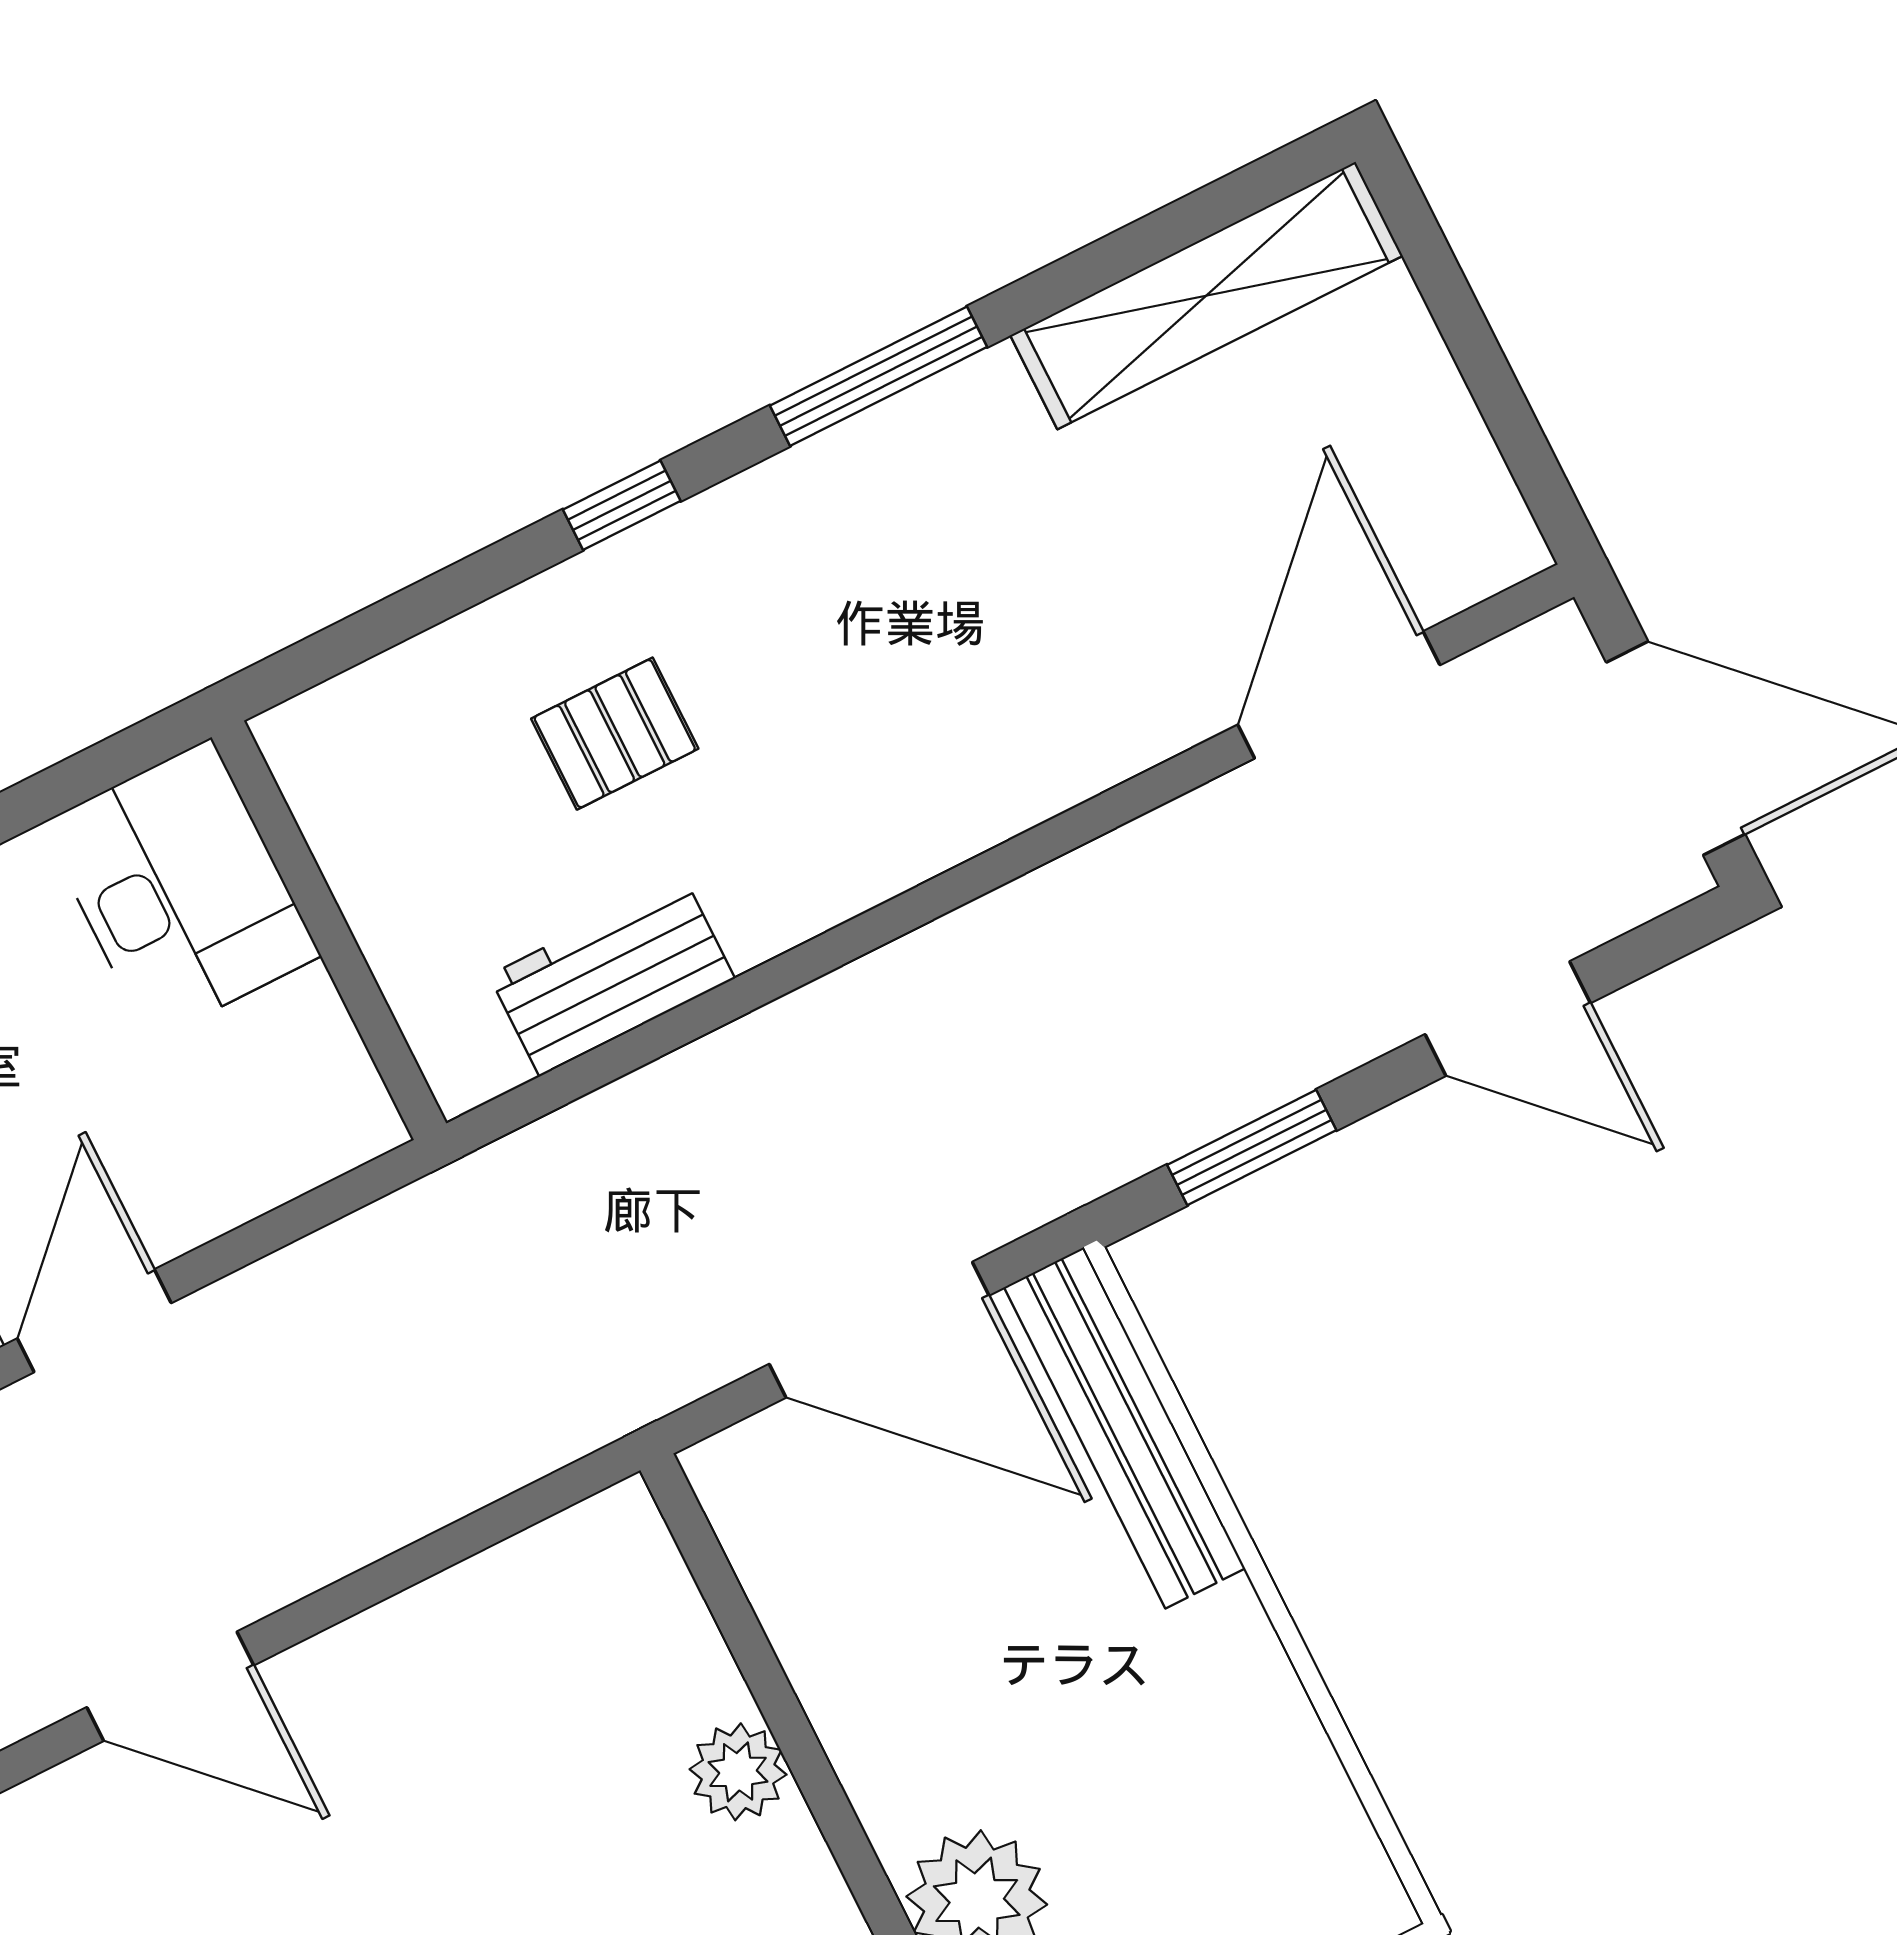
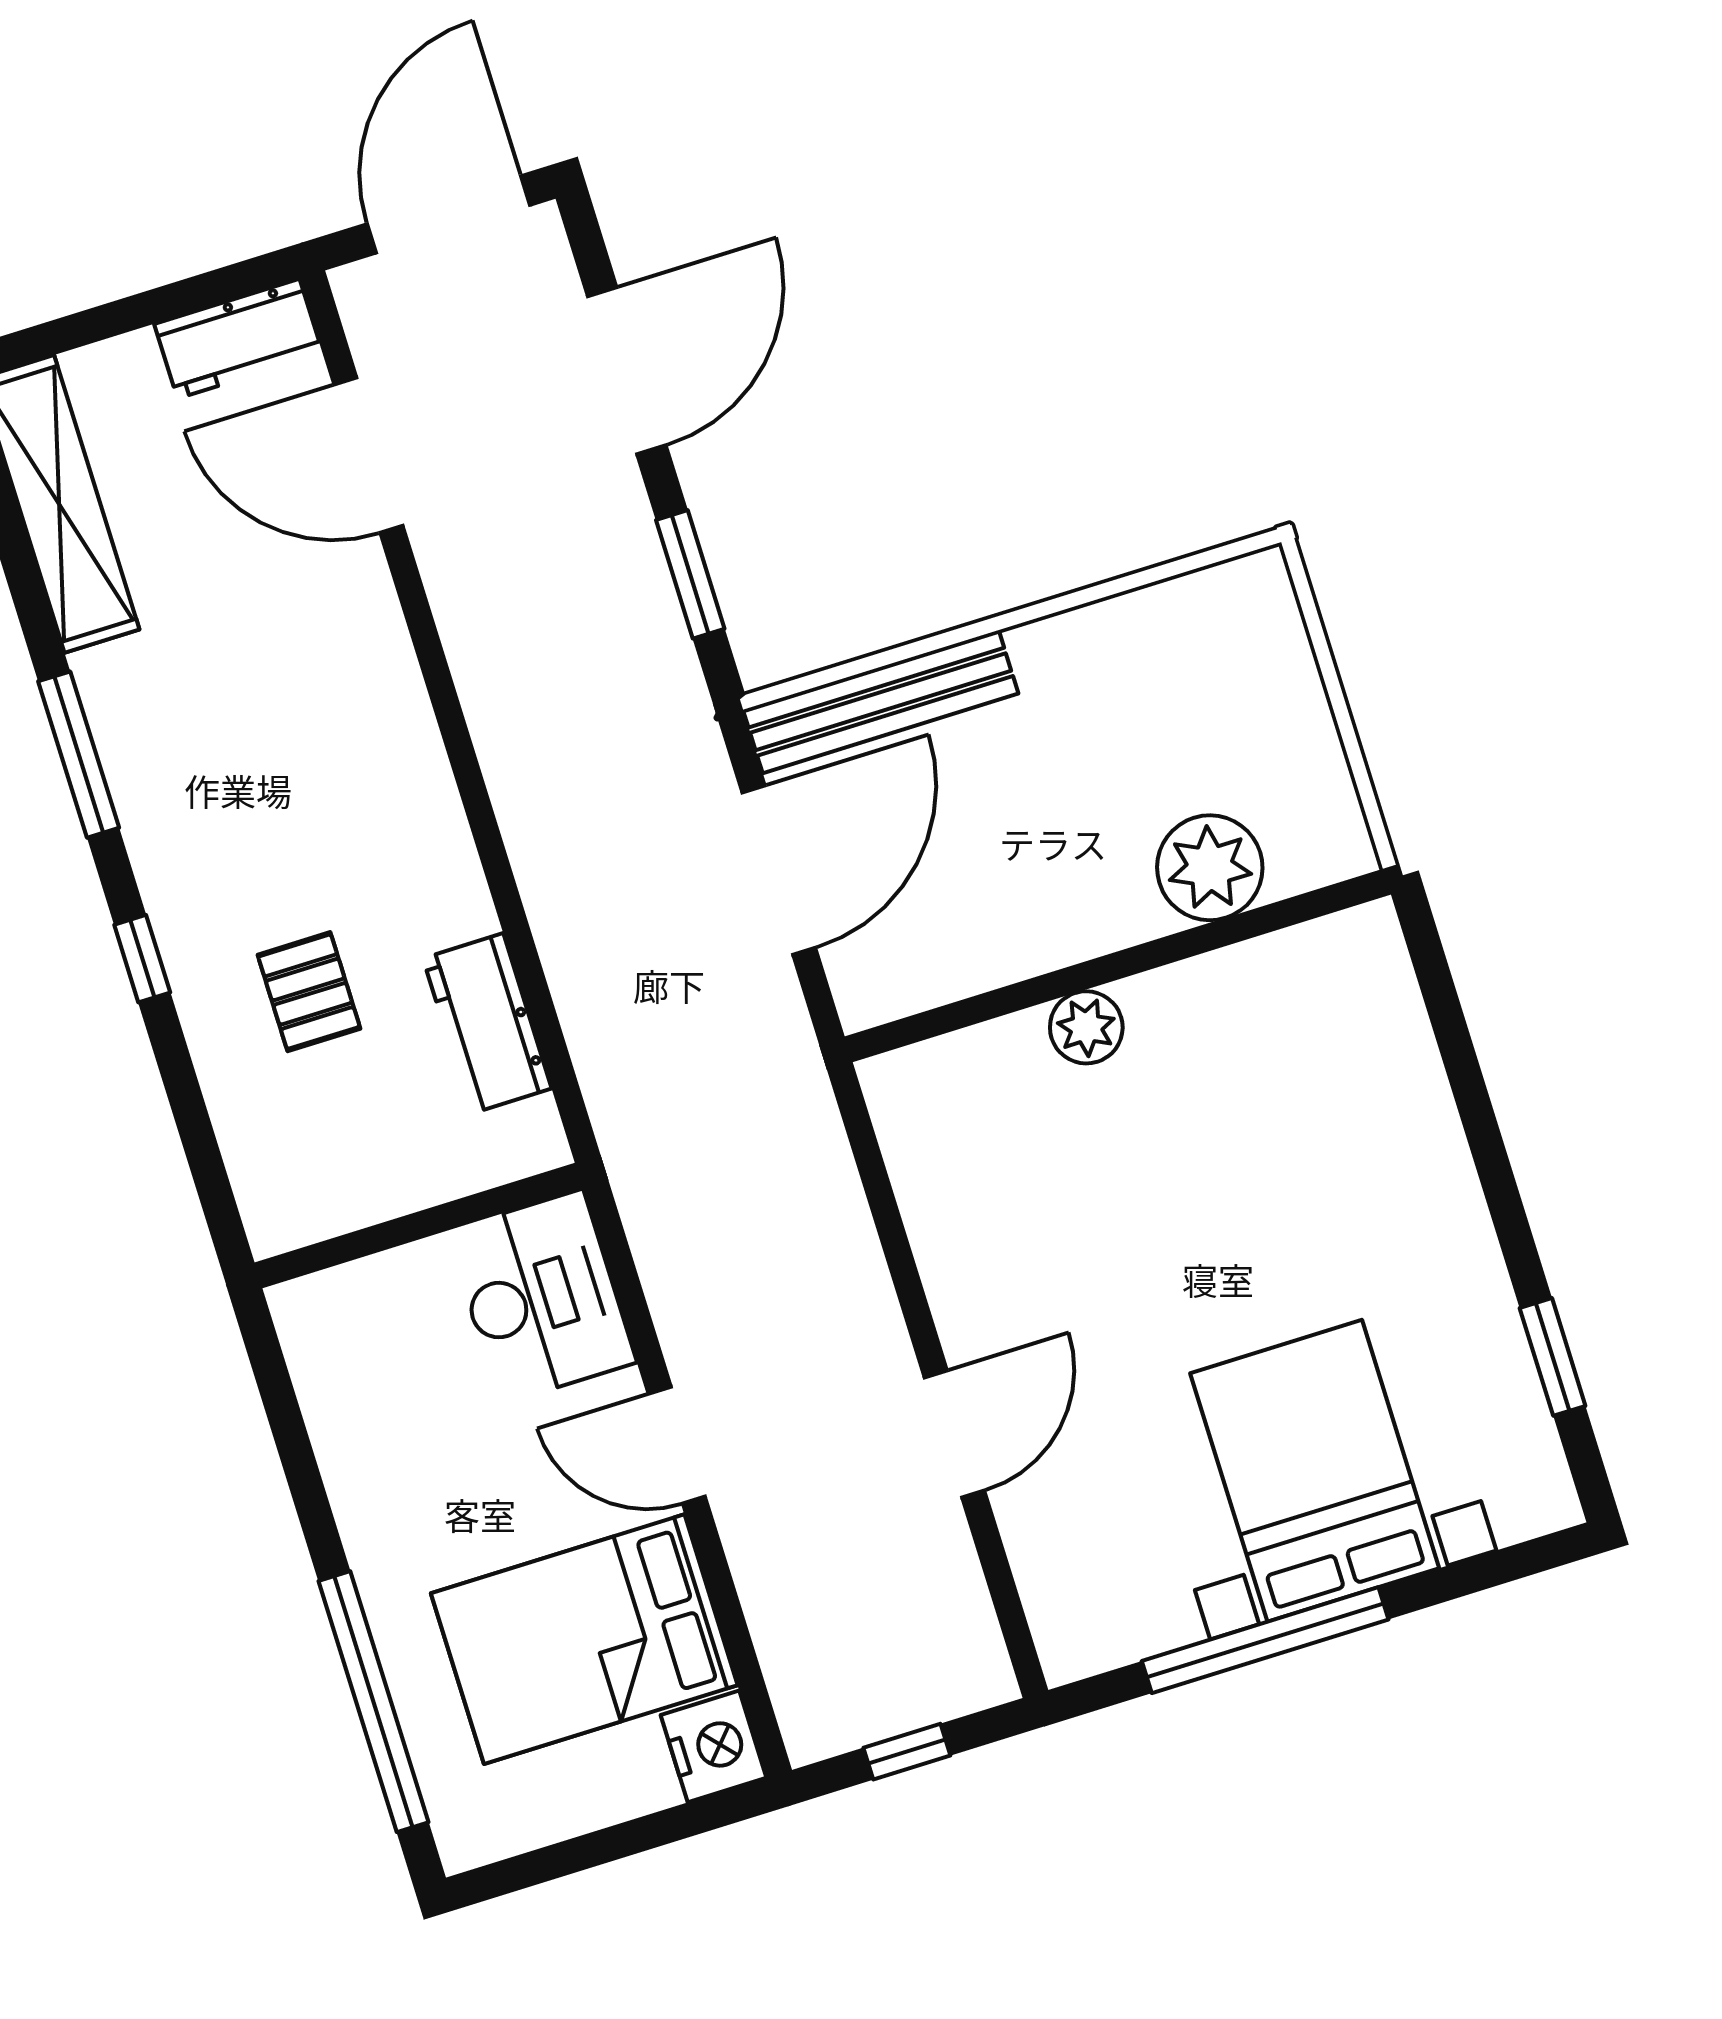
workbench: (1465, 497) -> (238, 339), added
desk: (180, 890) -> (541, 1297), moved, turned 90
door: (1508, 1019) -> (627, 371), width x1.36

